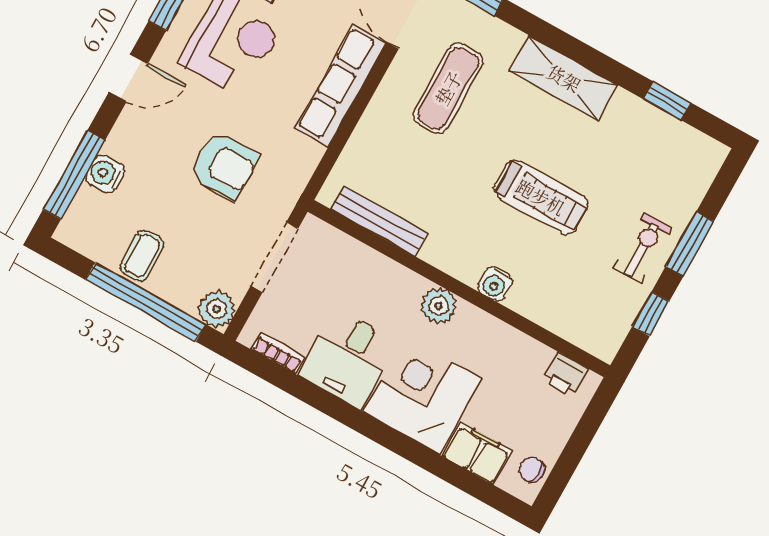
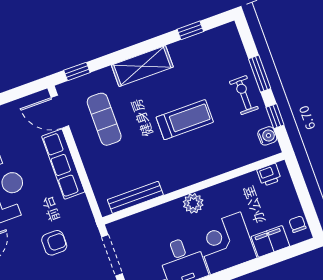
armchair: (224, 165) -> (54, 243), width x0.72, depth x0.72
water cooler: (495, 284) -> (267, 136), moved, turned -90
chair: (532, 470) -> (297, 224), turned 90

